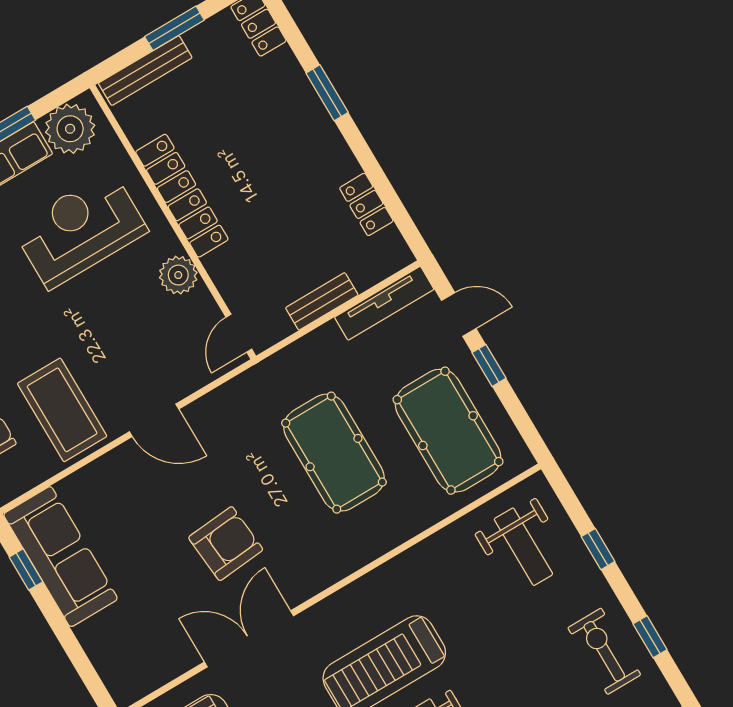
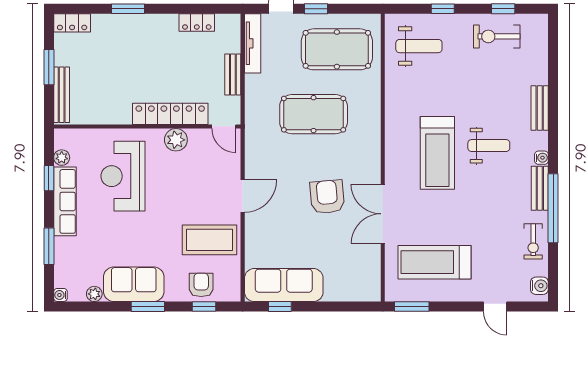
plant: (70, 129) -> (62, 158), width x0.53, depth x0.53
locker: (182, 196) -> (170, 114), moved

